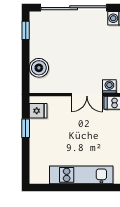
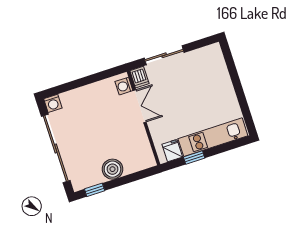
boiler: (39, 68) -> (112, 169), moved
kitchen unit: (81, 175) -> (213, 137), moved, turned 90

